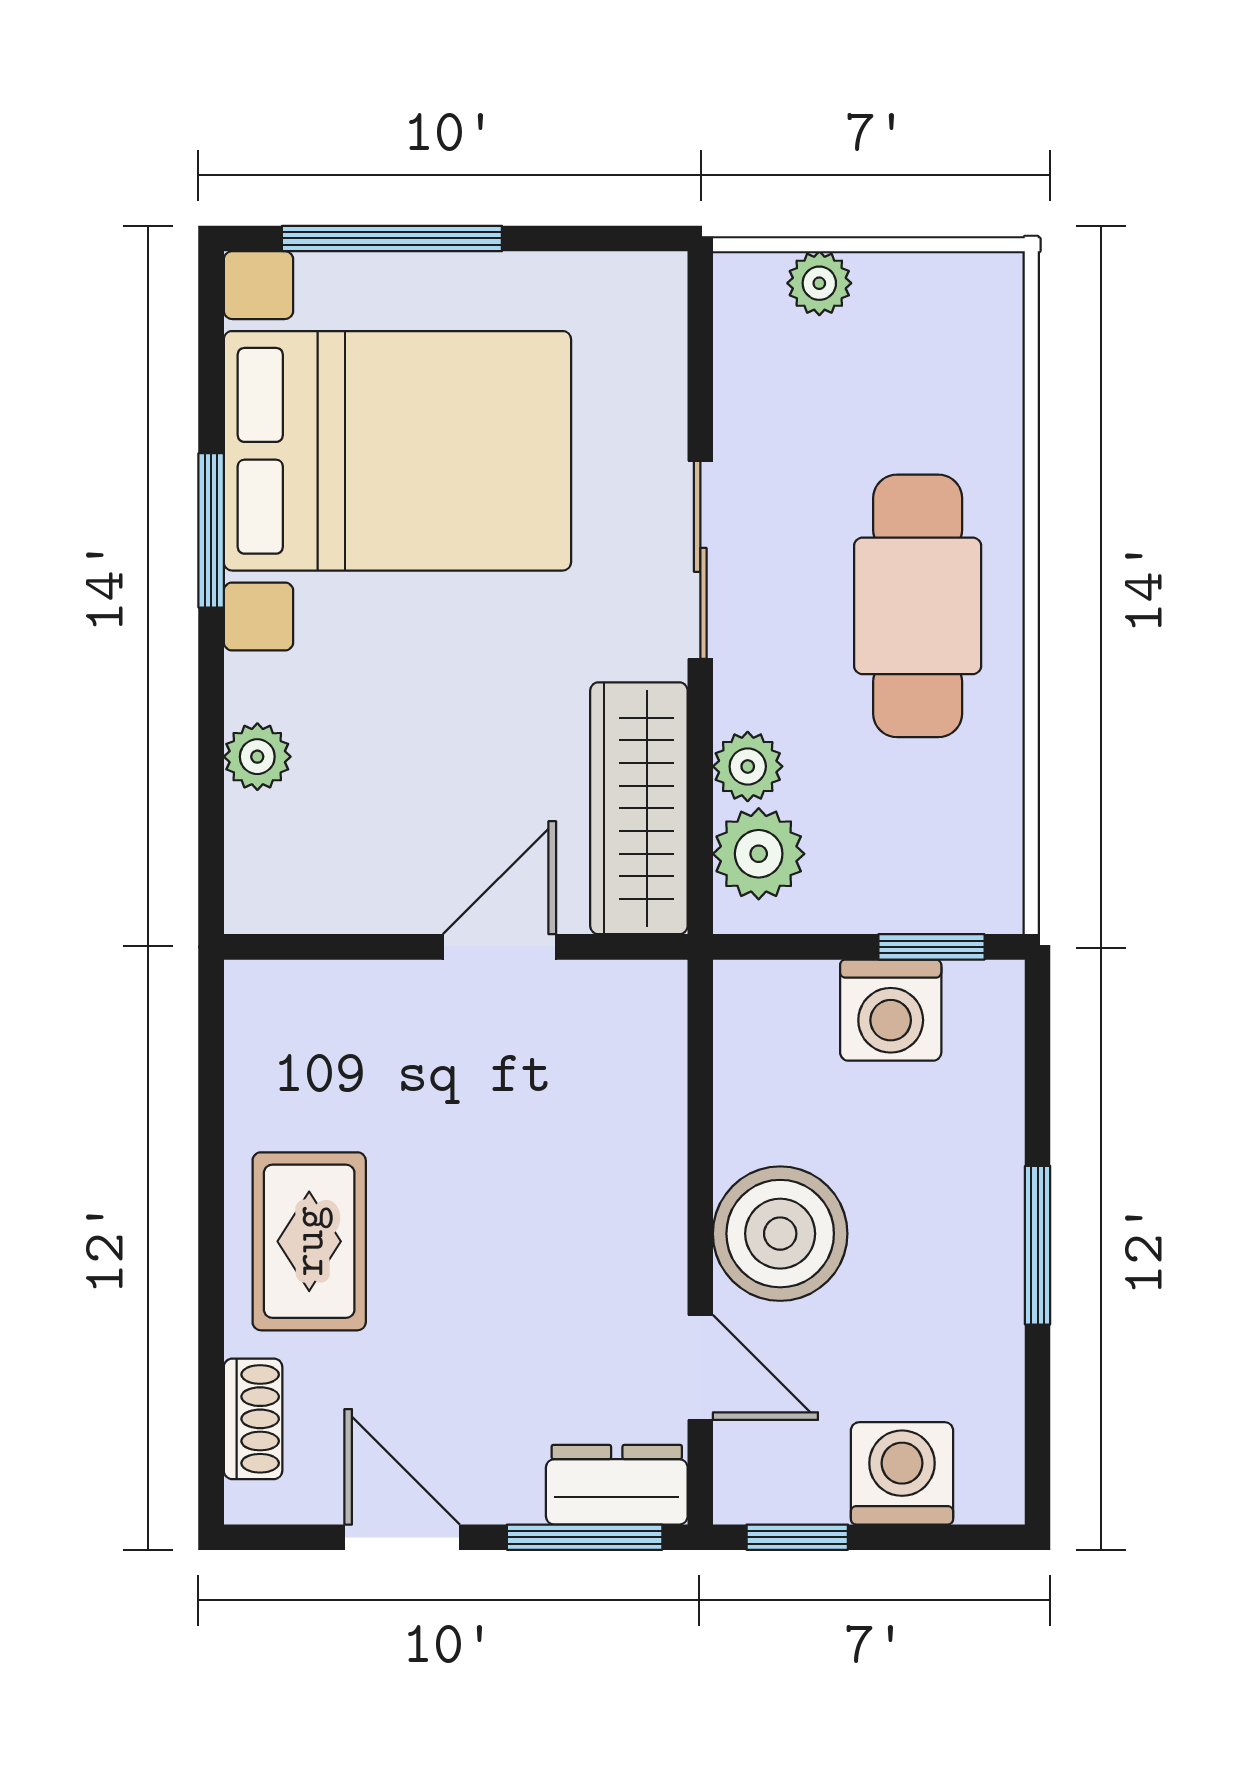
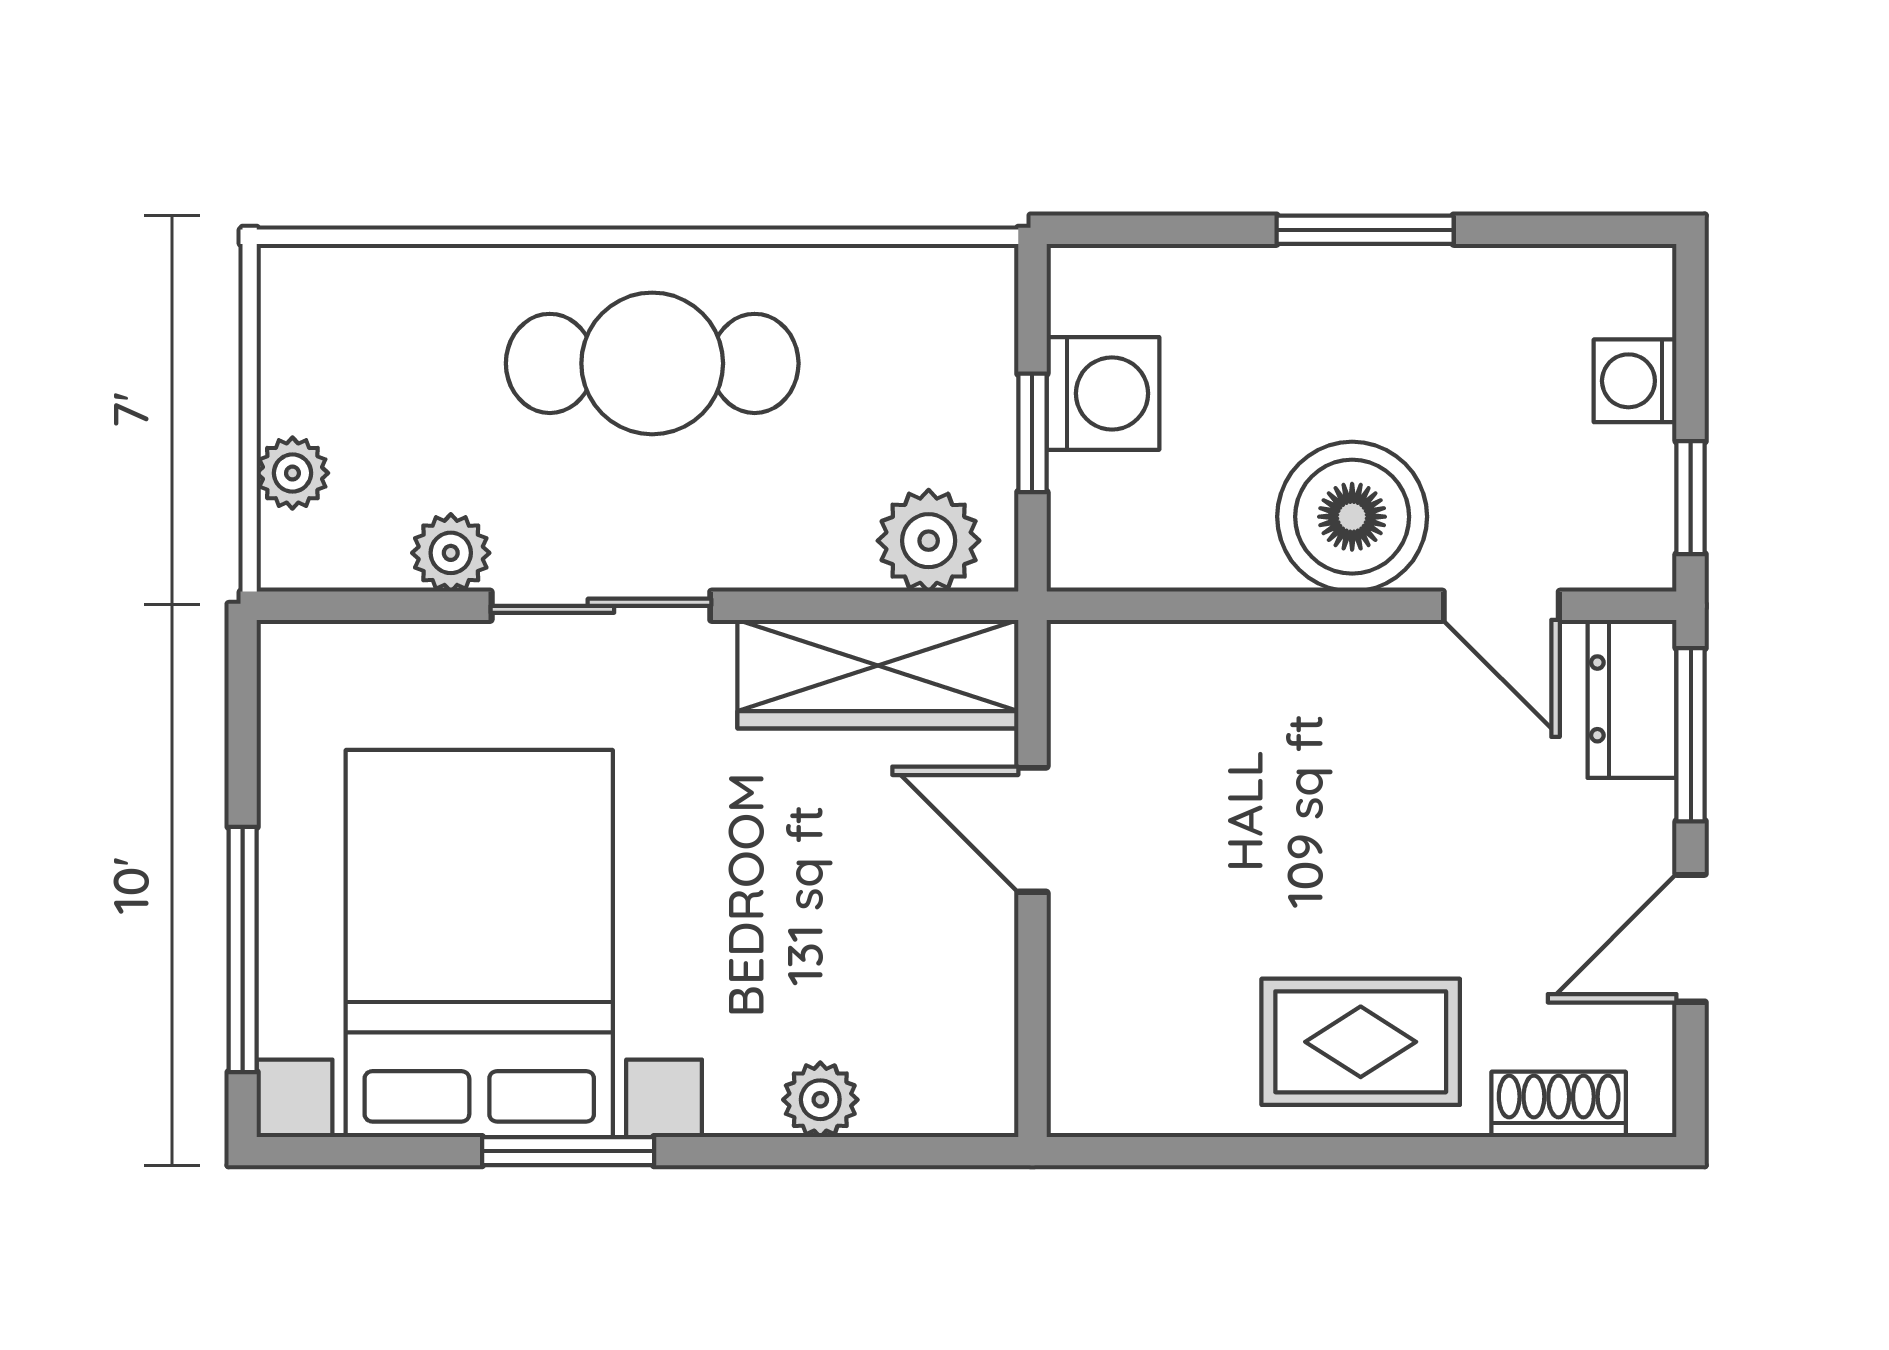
plant: (748, 766) -> (451, 553), moved
window: (931, 947) -> (1032, 433), moved
door: (700, 1367) -> (1501, 606), swing flipped
washing machine: (902, 1473) -> (1635, 381), width x0.73, depth x0.73

